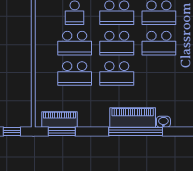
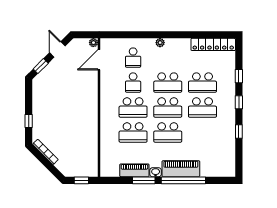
piano: (59, 119) -> (134, 170), moved
washbasin: (163, 122) -> (156, 172), moved
window: (62, 132) -> (144, 180), moved

